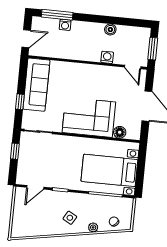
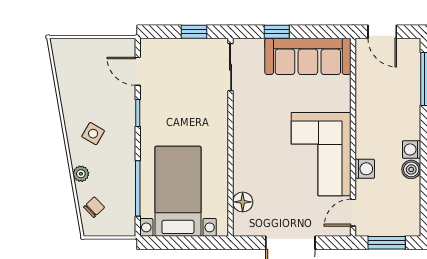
washing machine: (65, 25) -> (412, 149), moved
corner sofa: (89, 117) -> (321, 154), moved, turned 180

